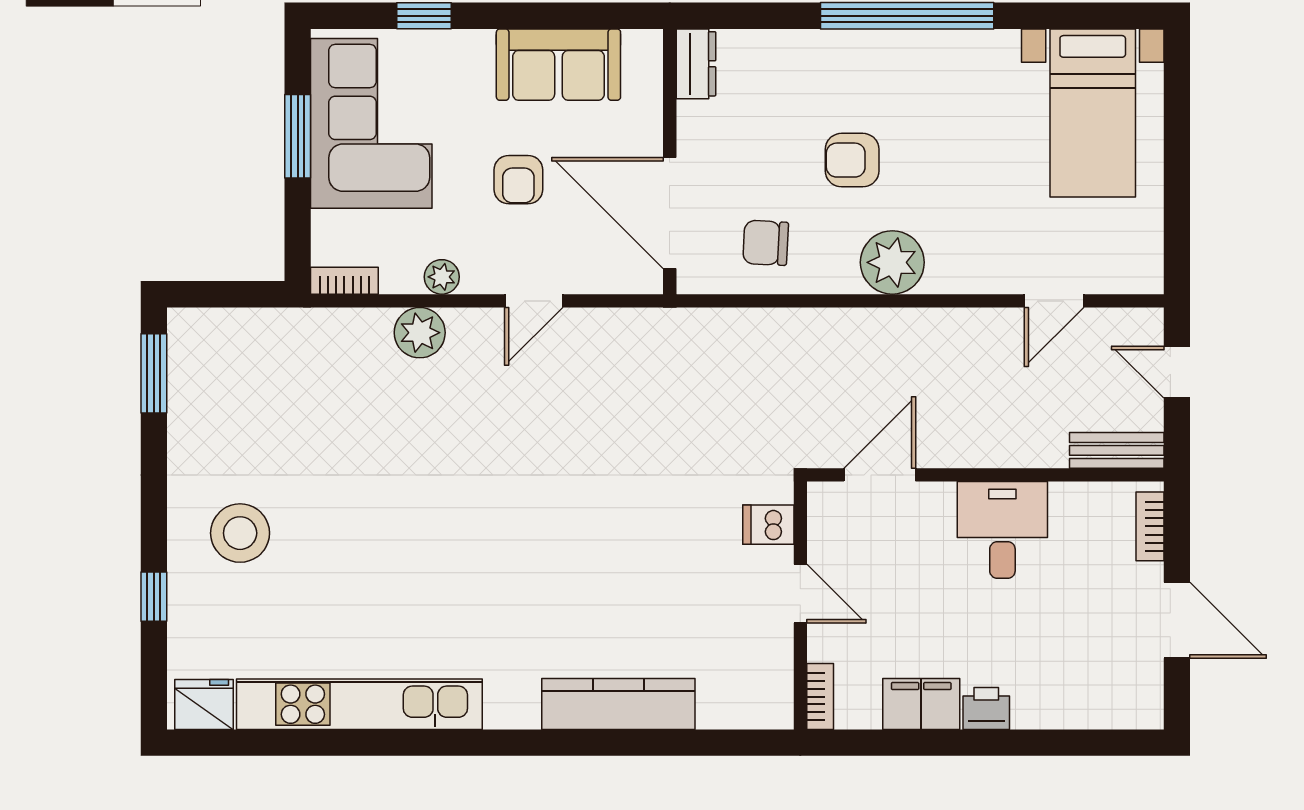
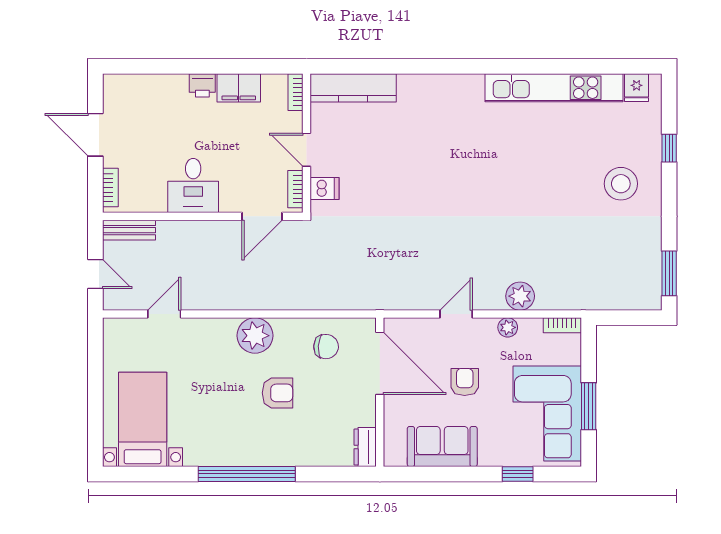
bookcase: (820, 523) -> (295, 189), added
fridge: (204, 704) -> (637, 88), width x0.72
kitchen counter: (618, 704) -> (353, 88), moved

